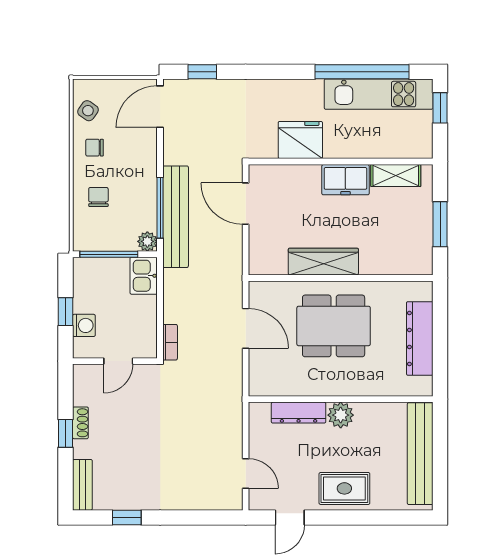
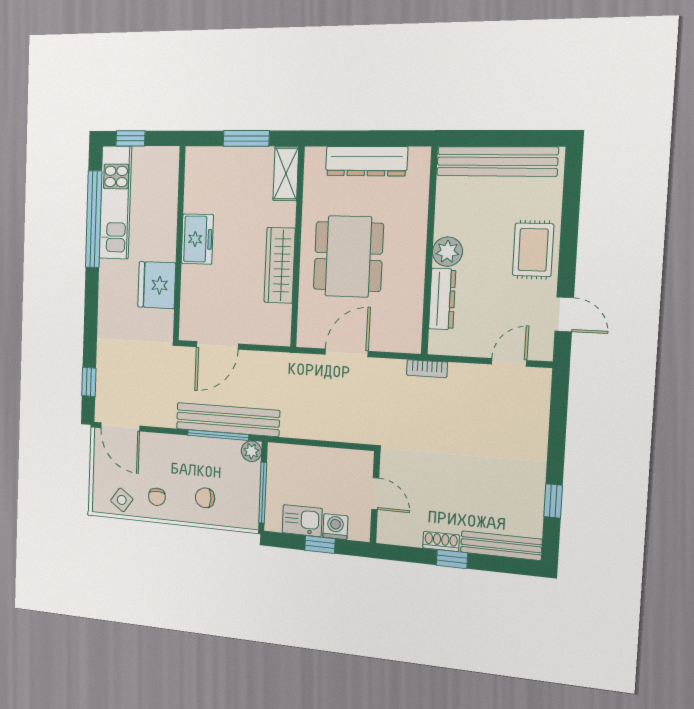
shelving: (396, 176) -> (286, 173), moved
kitchen sink: (144, 276) -> (302, 521), moved, turned 180
bookcase: (170, 342) -> (427, 369), moved, turned 180
bench: (82, 485) -> (501, 546), width x1.36

